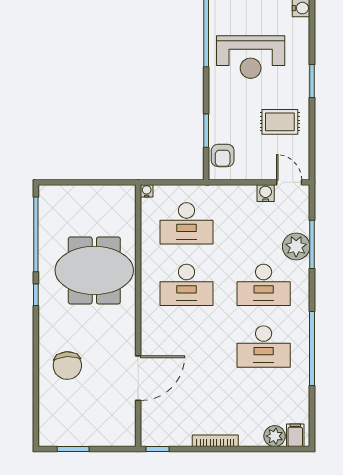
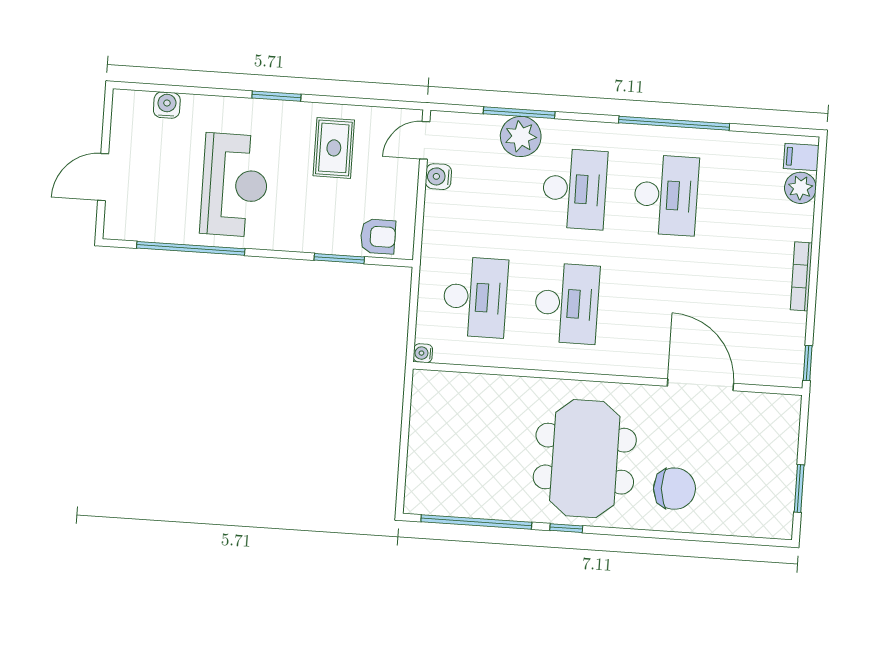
meeting table: (94, 270) -> (585, 459), moved

